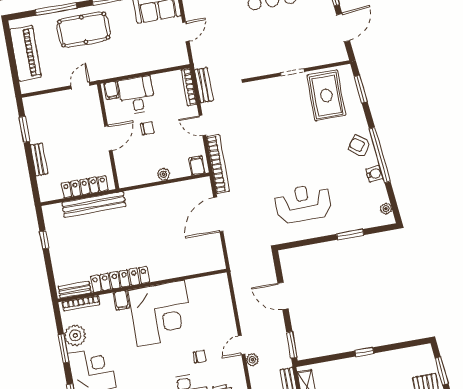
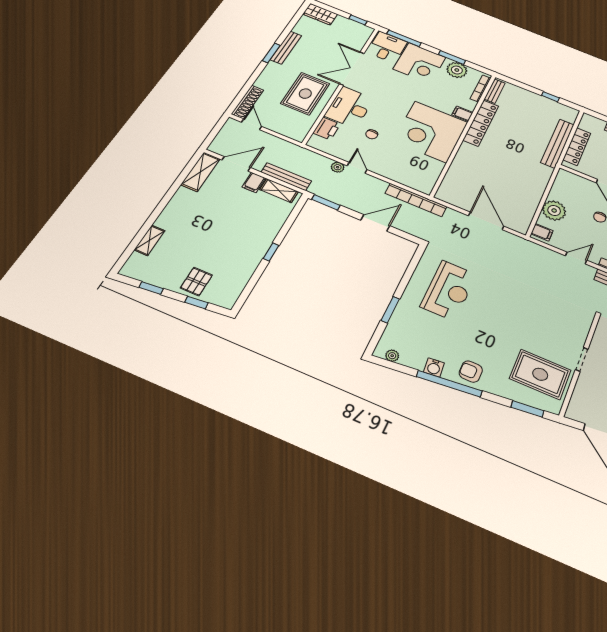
armchair: (359, 146) -> (471, 372), turned -127
bookcase: (218, 164) -> (416, 200), moved
plant: (164, 174) -> (554, 211), width x1.88, depth x1.88
window: (442, 371) -> (196, 303), width x0.67

